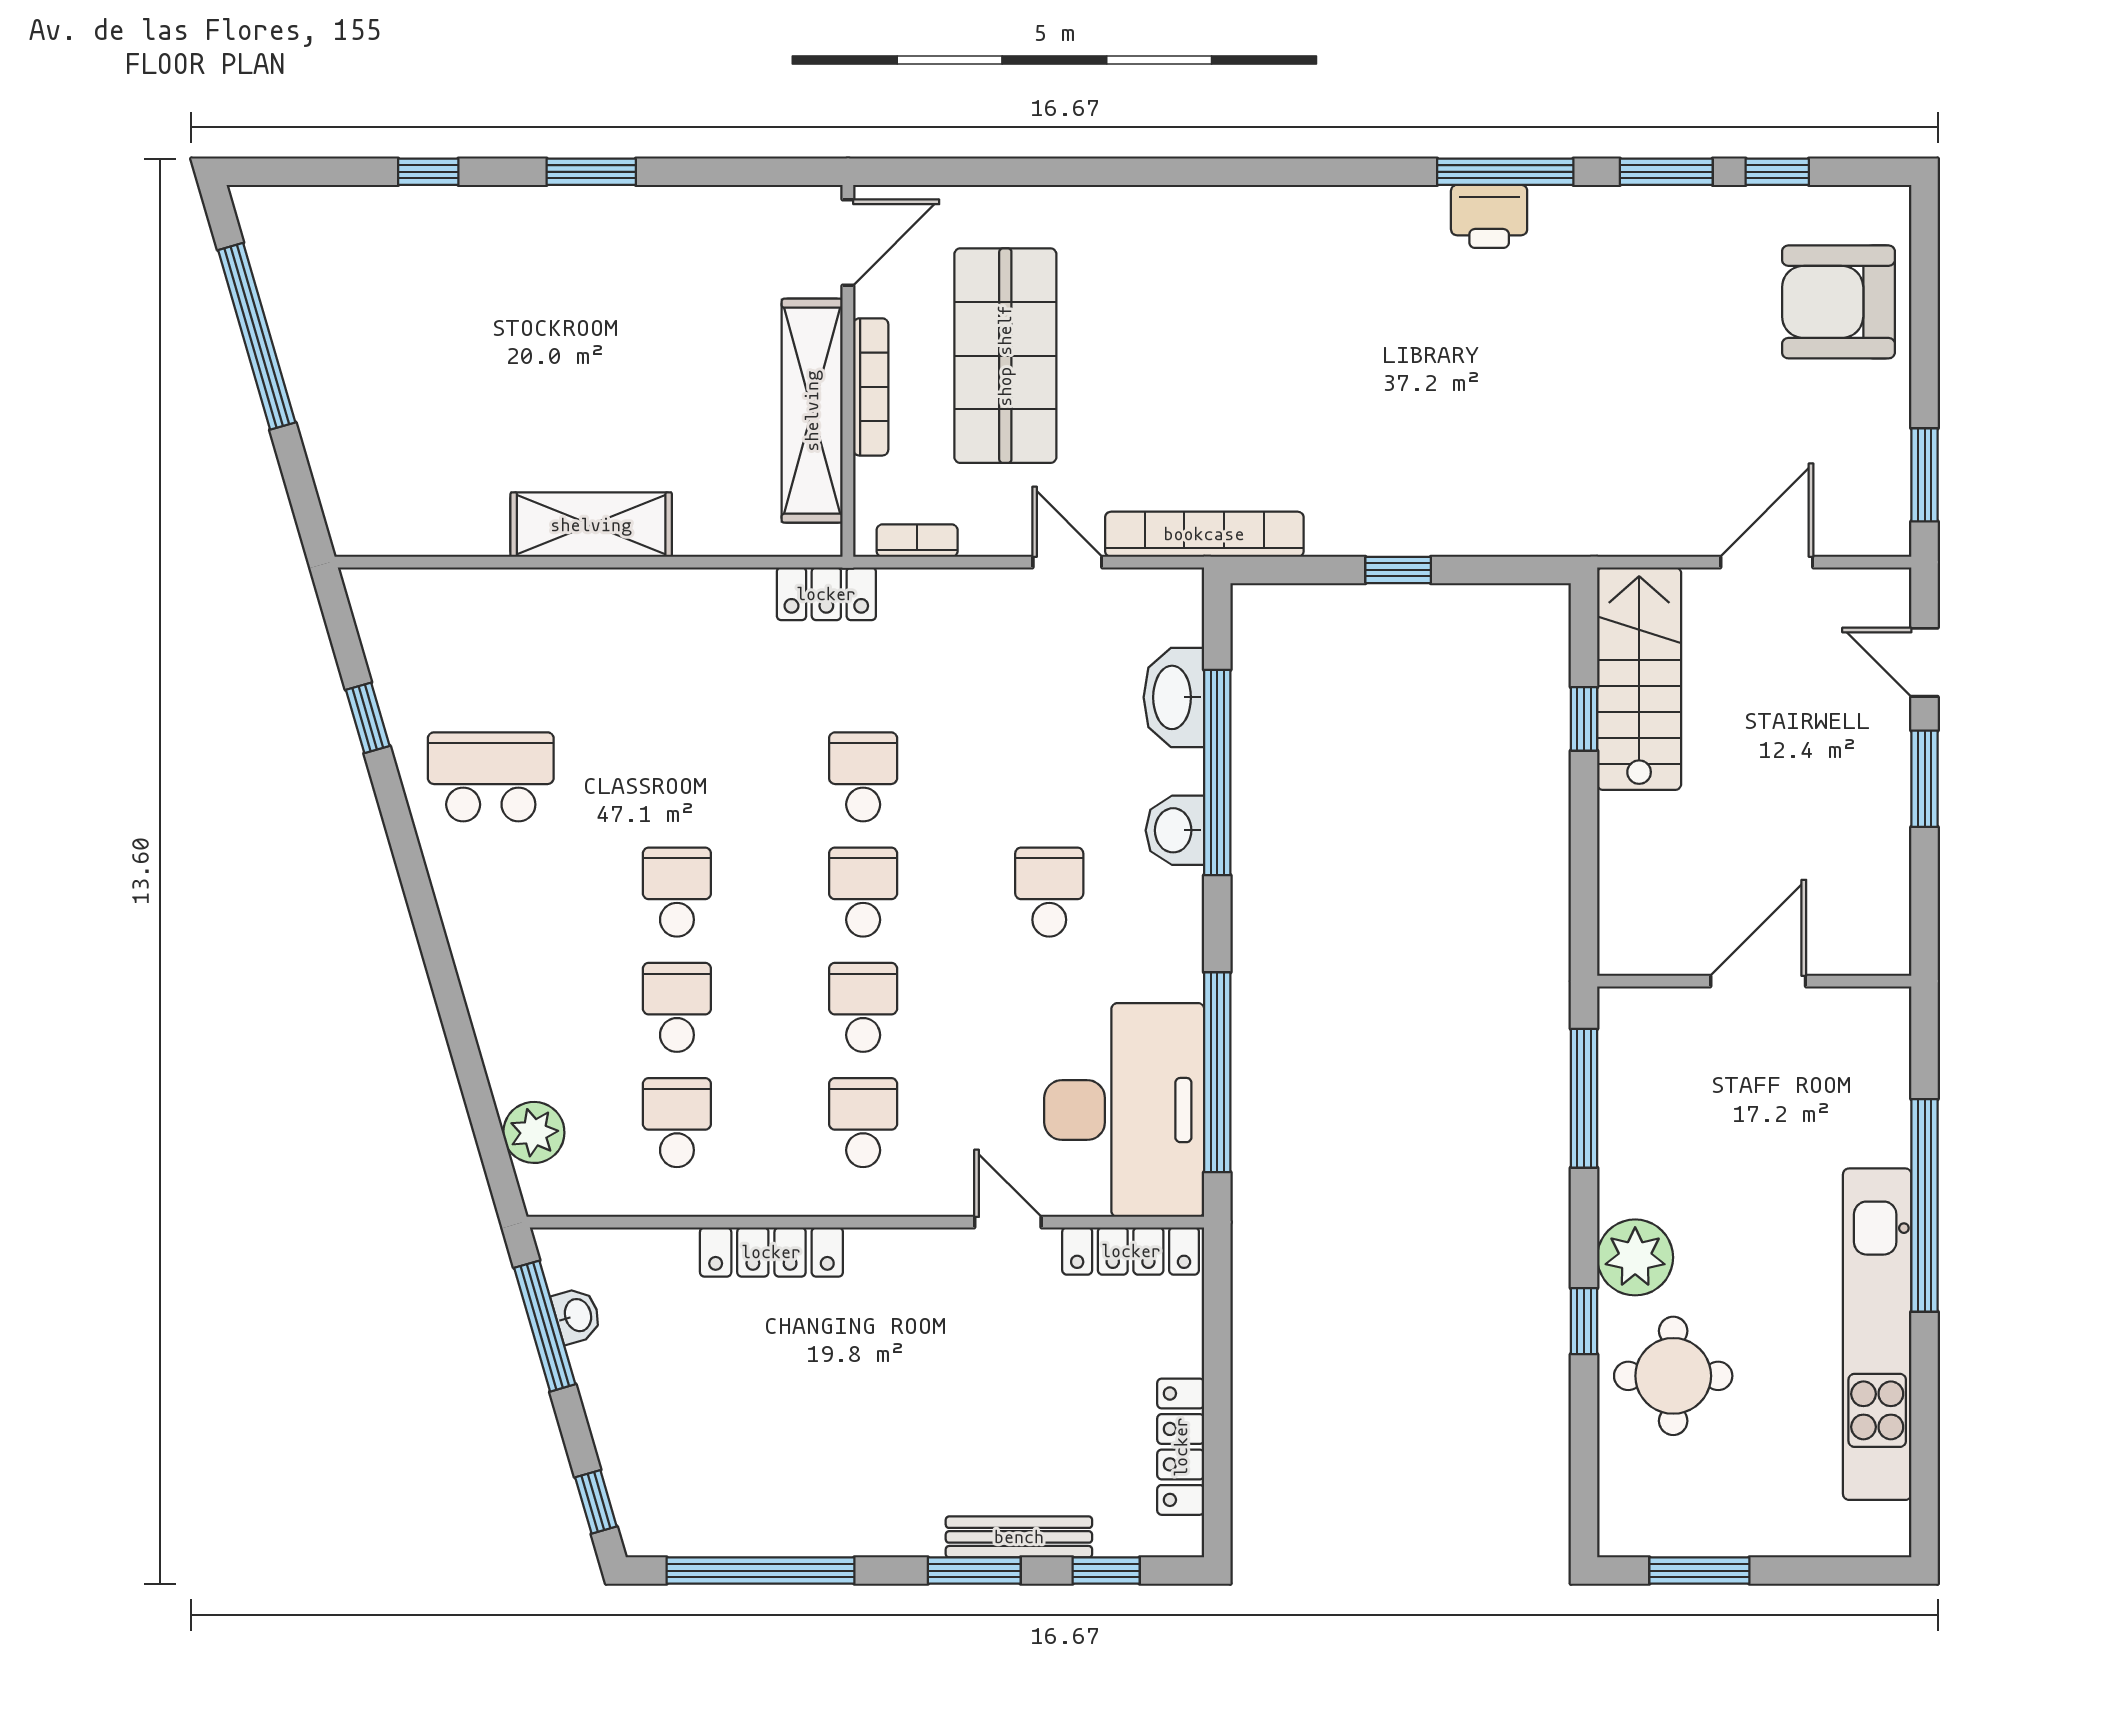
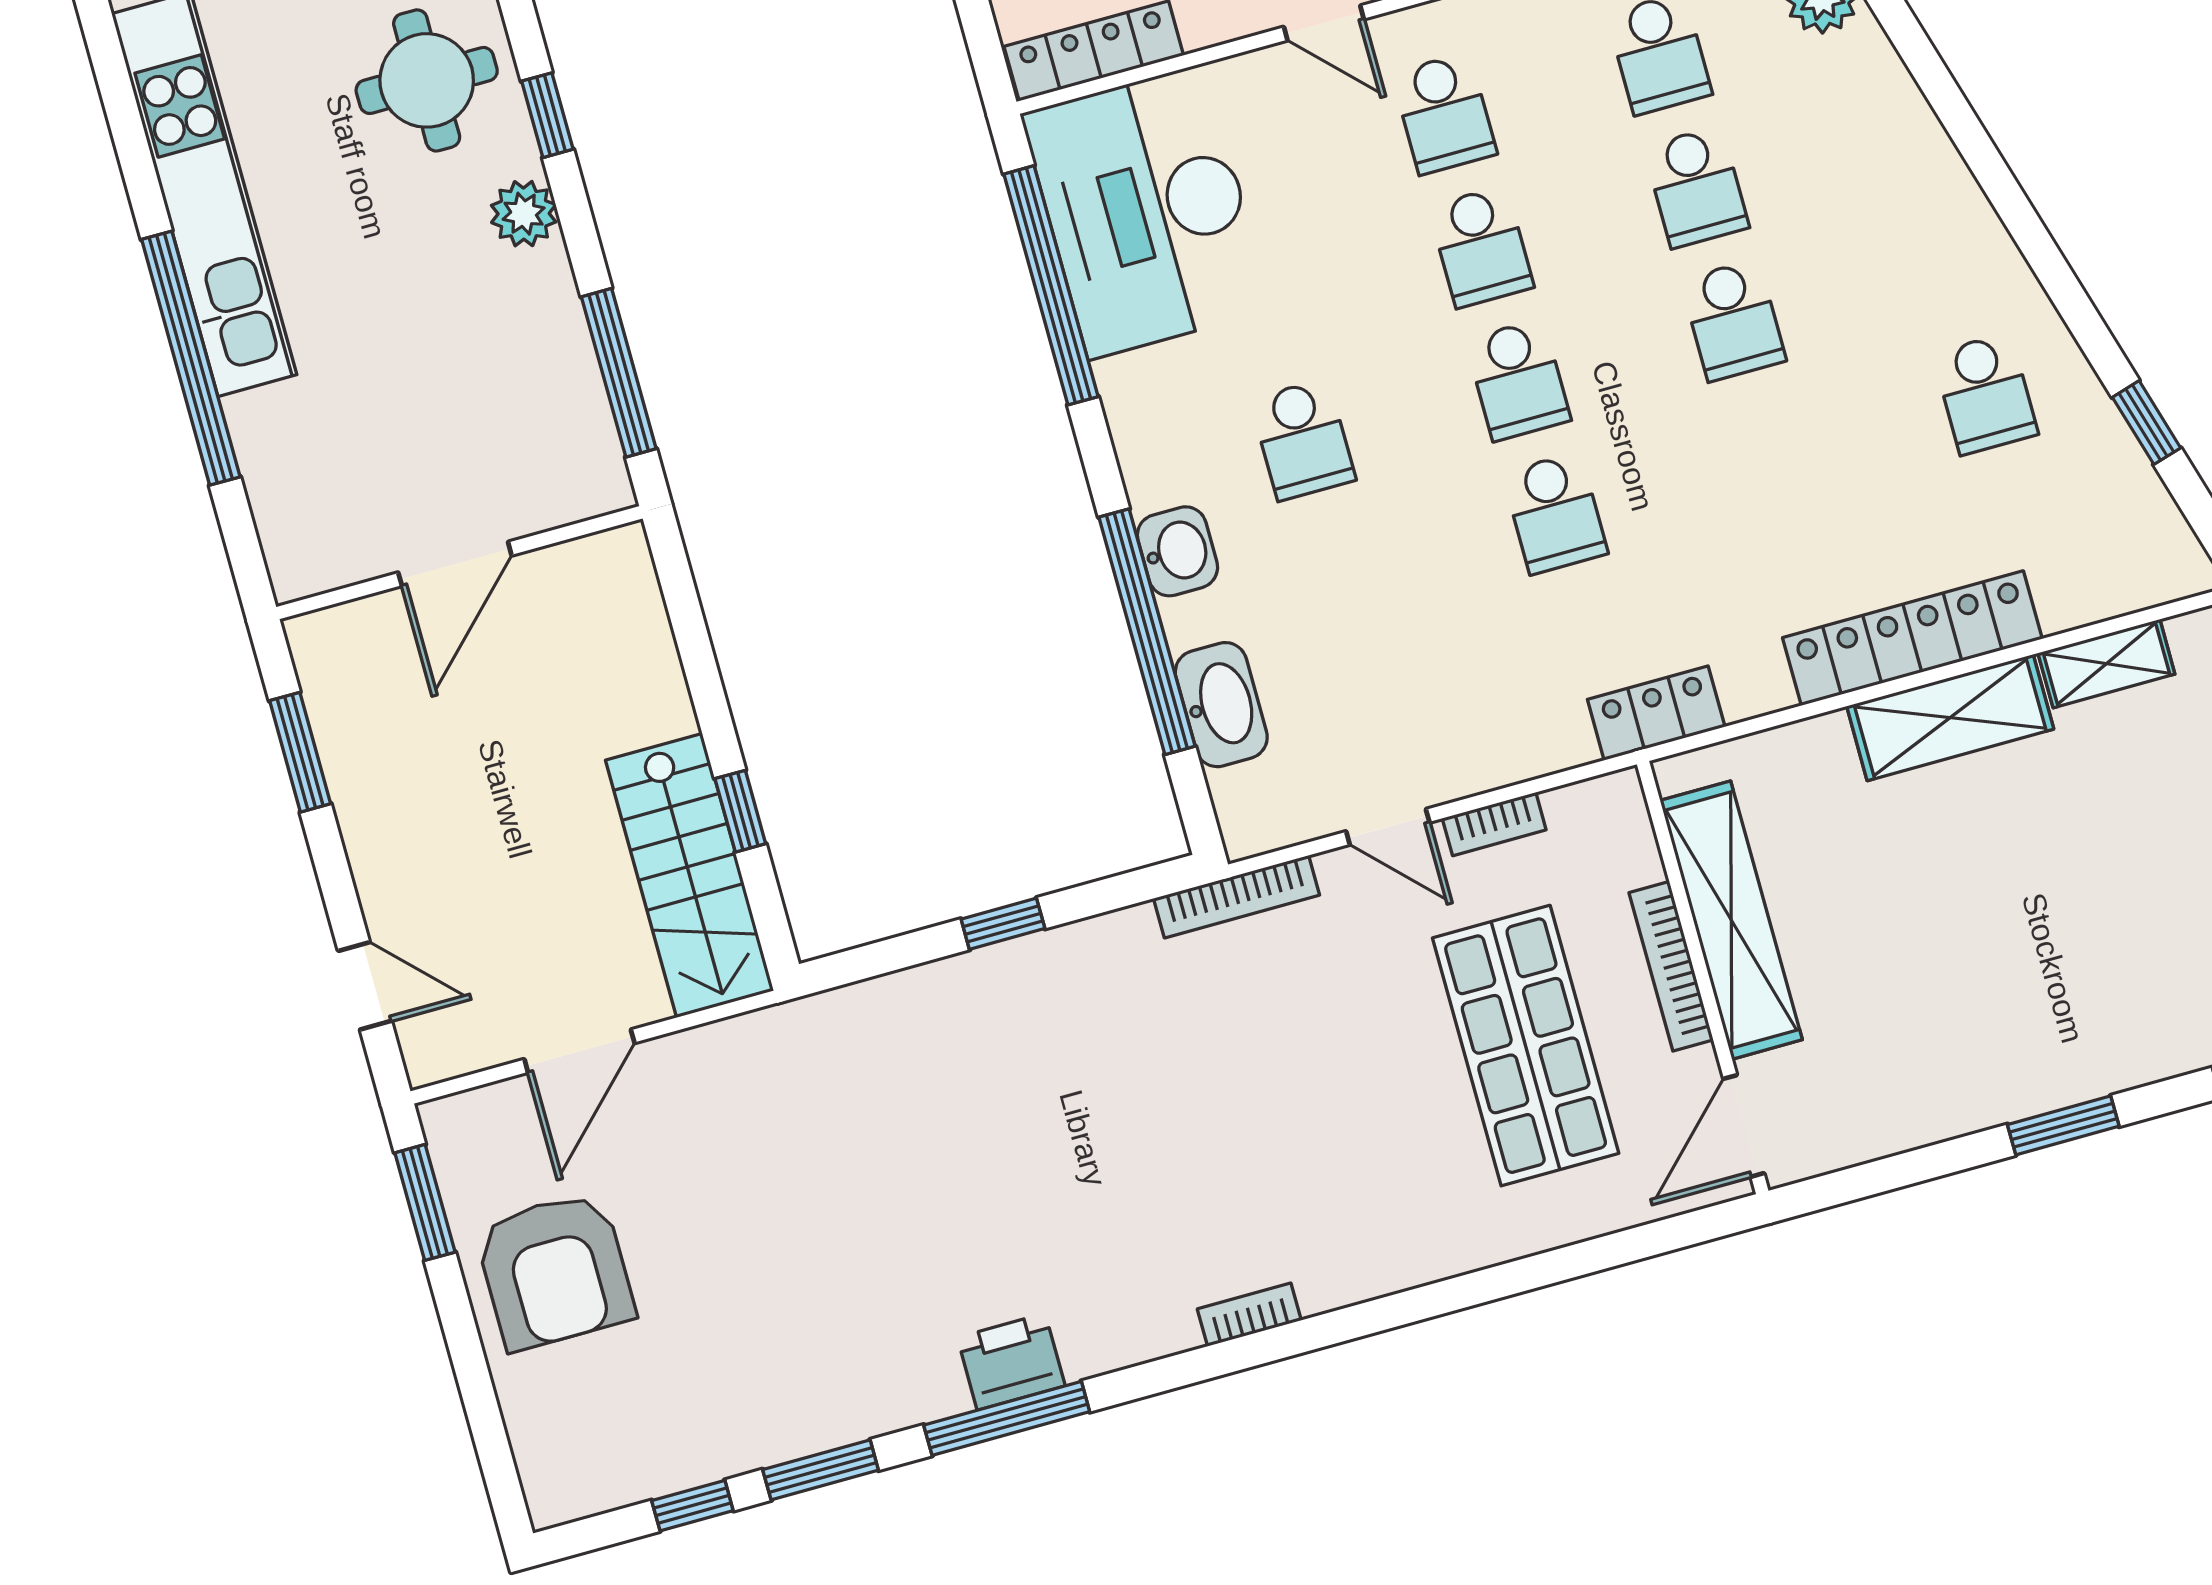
bookcase: (1287, 201) -> (1249, 1315), added
armchair: (1838, 302) -> (555, 1271), moved, turned 90
shelving: (454, 533) -> (2106, 664), added
bookcase: (1204, 534) -> (1237, 897), width x0.68, depth x0.76
bookcase: (917, 541) -> (1494, 824), moved
locker: (604, 597) -> (1912, 638), added
school desk: (491, 777) -> (1985, 394), width x0.54
window: (1925, 779) -> (300, 752), moved
door: (1008, 1222) -> (1324, 23), moved
plant: (1635, 1257) -> (524, 214), width x0.73, depth x0.73

